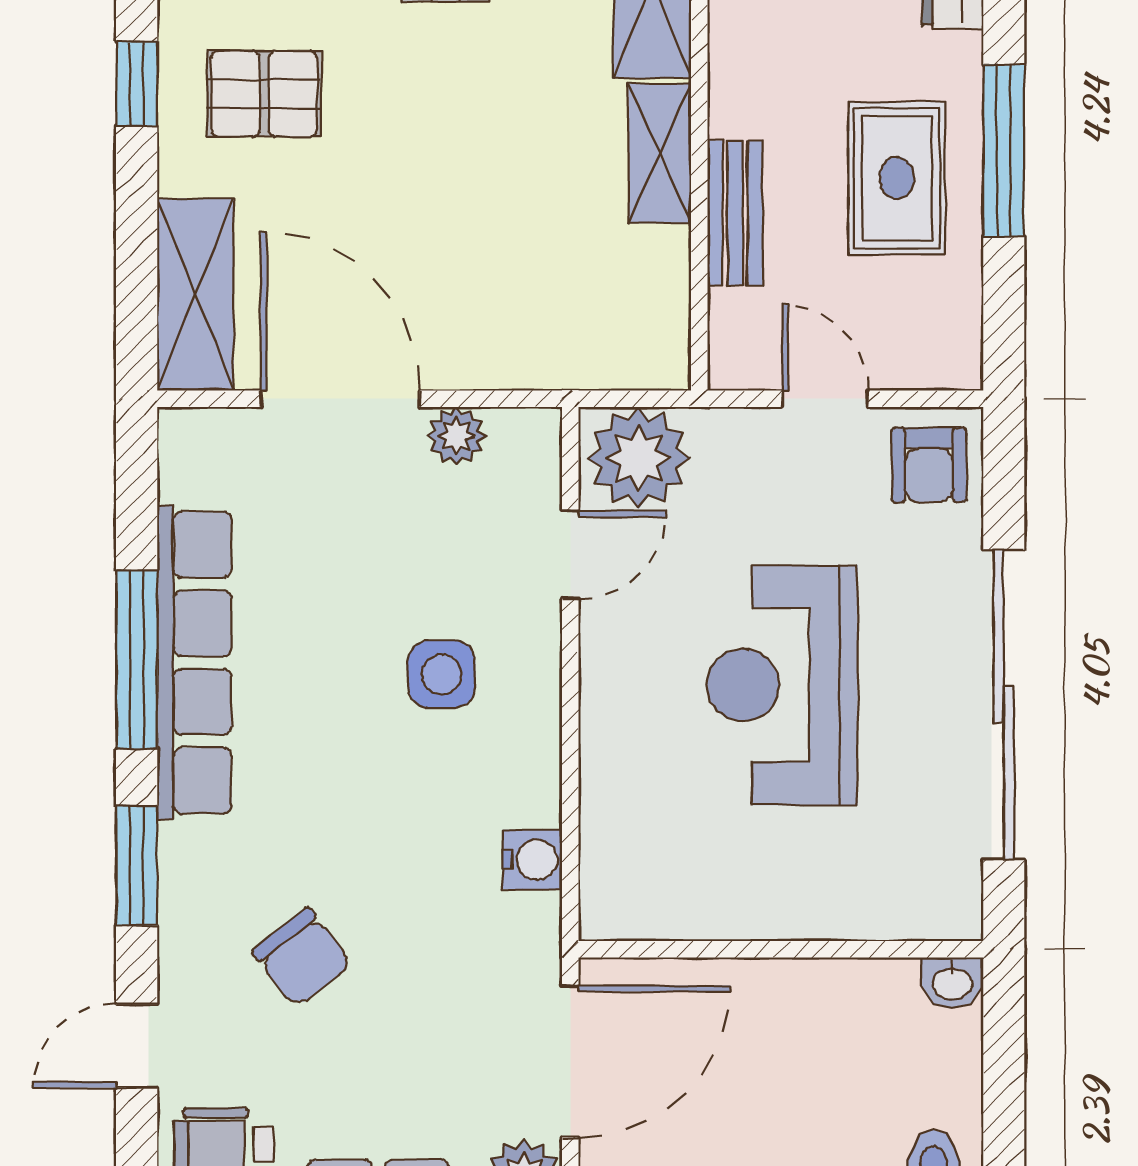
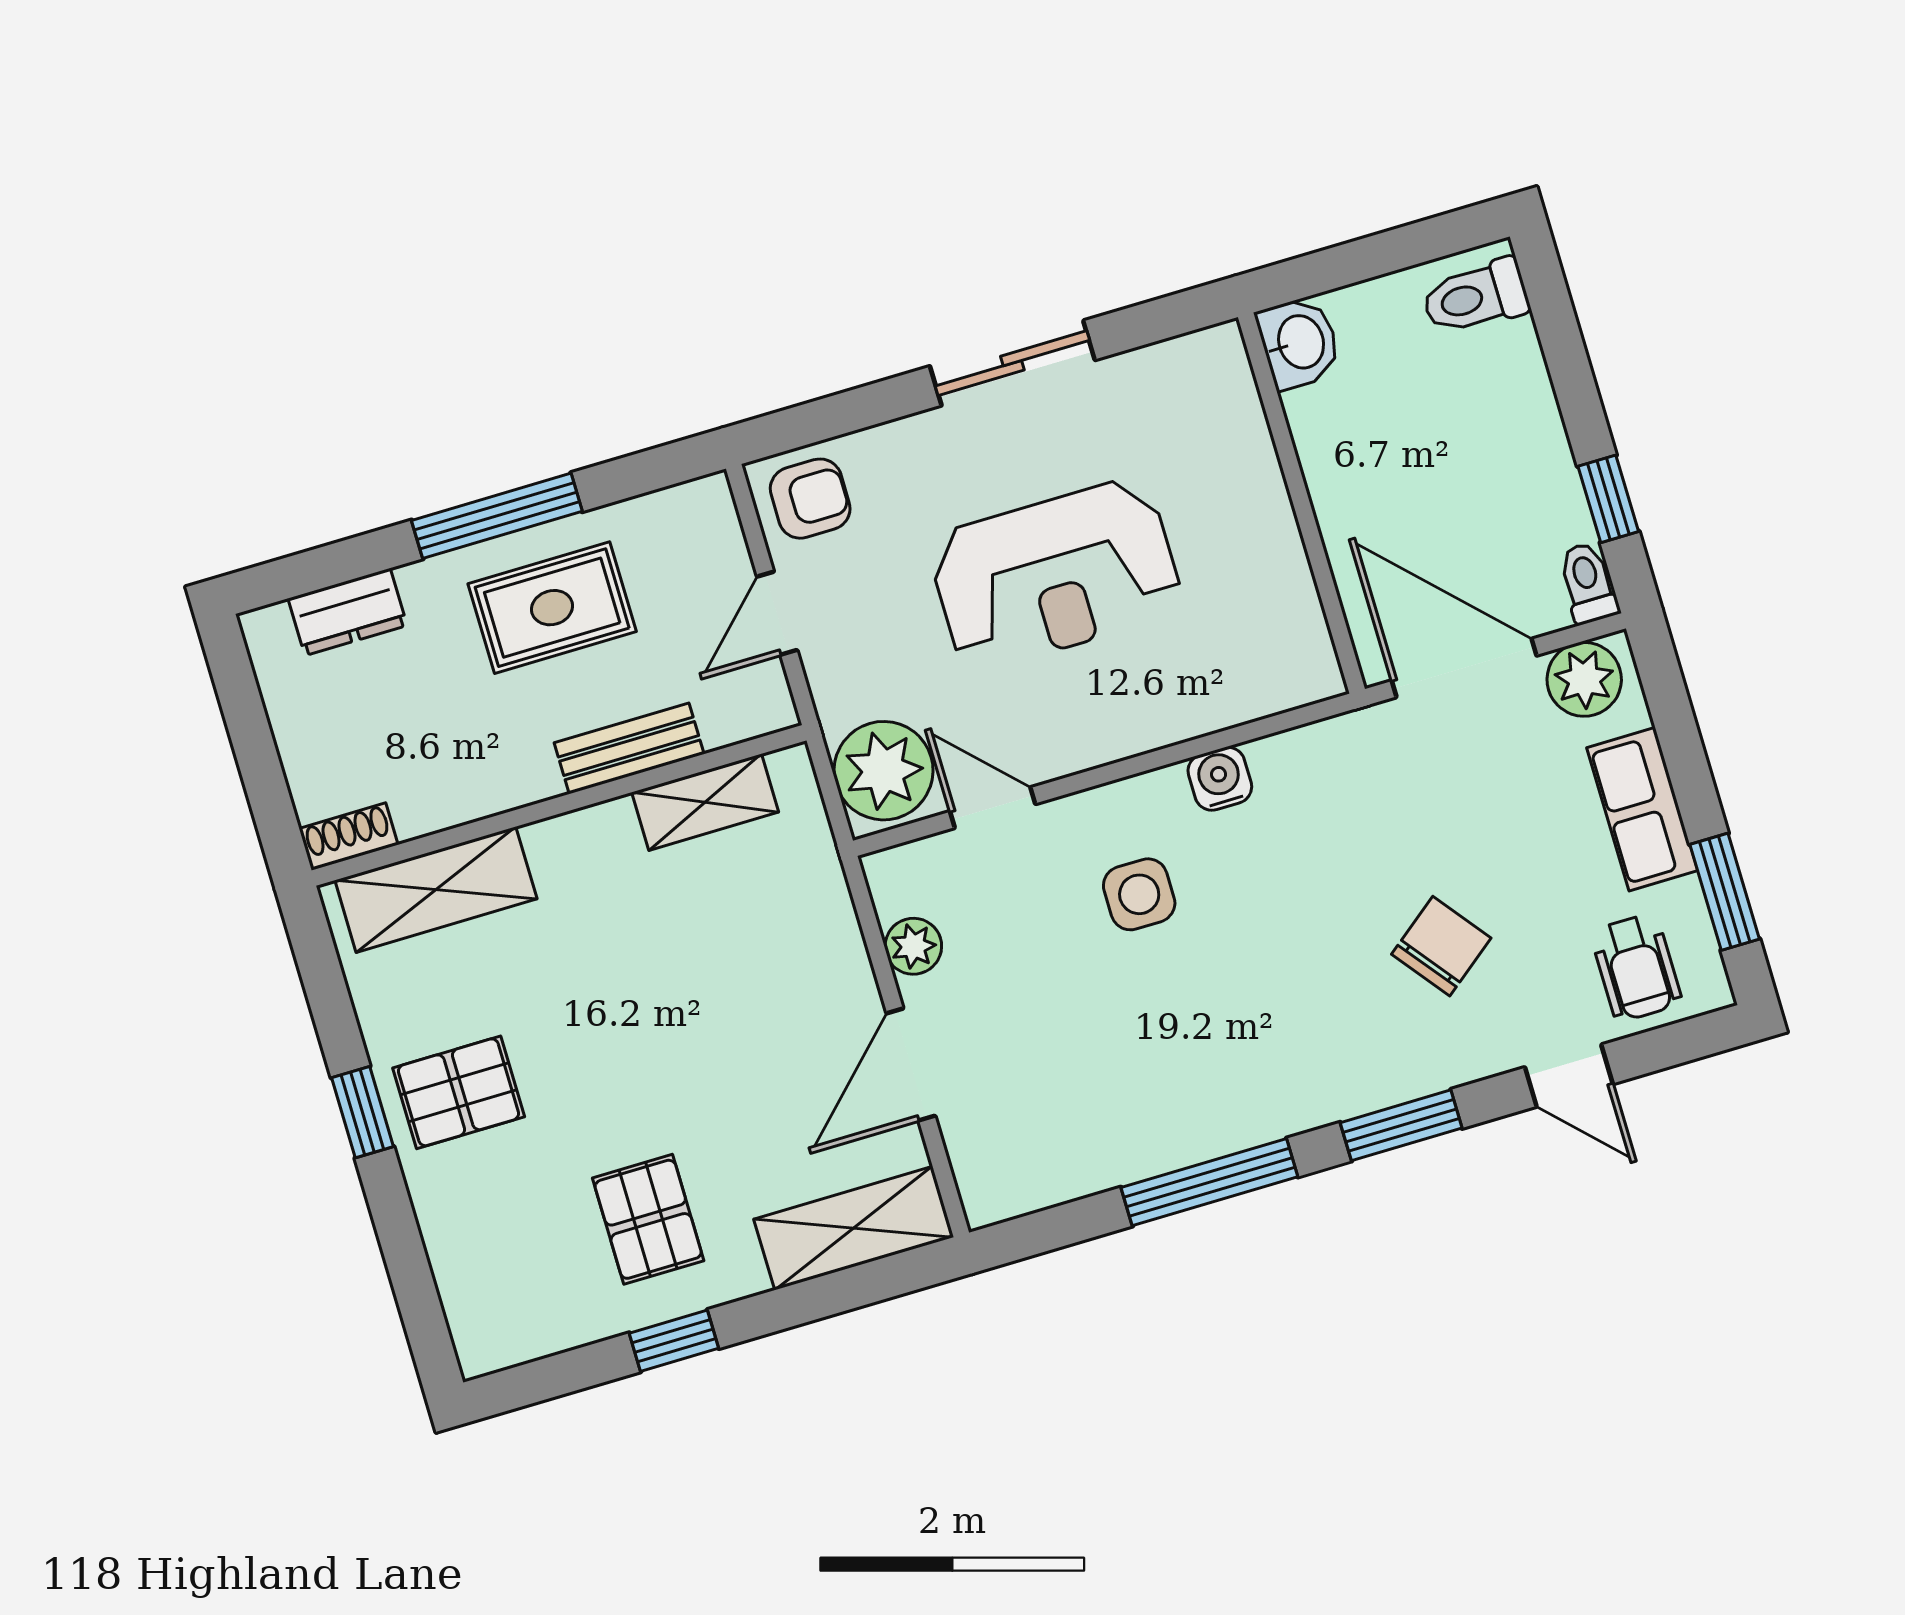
shelving: (660, 153) -> (705, 802), moved
door: (340, 399) -> (911, 1065), width x0.73
row of seats: (194, 663) -> (1196, 1128), removed
sliding door: (1004, 704) -> (1012, 363), width x0.54
water cooler: (532, 860) -> (1220, 779), moved
washbasin: (952, 983) -> (1299, 342), width x1.38, depth x1.45

